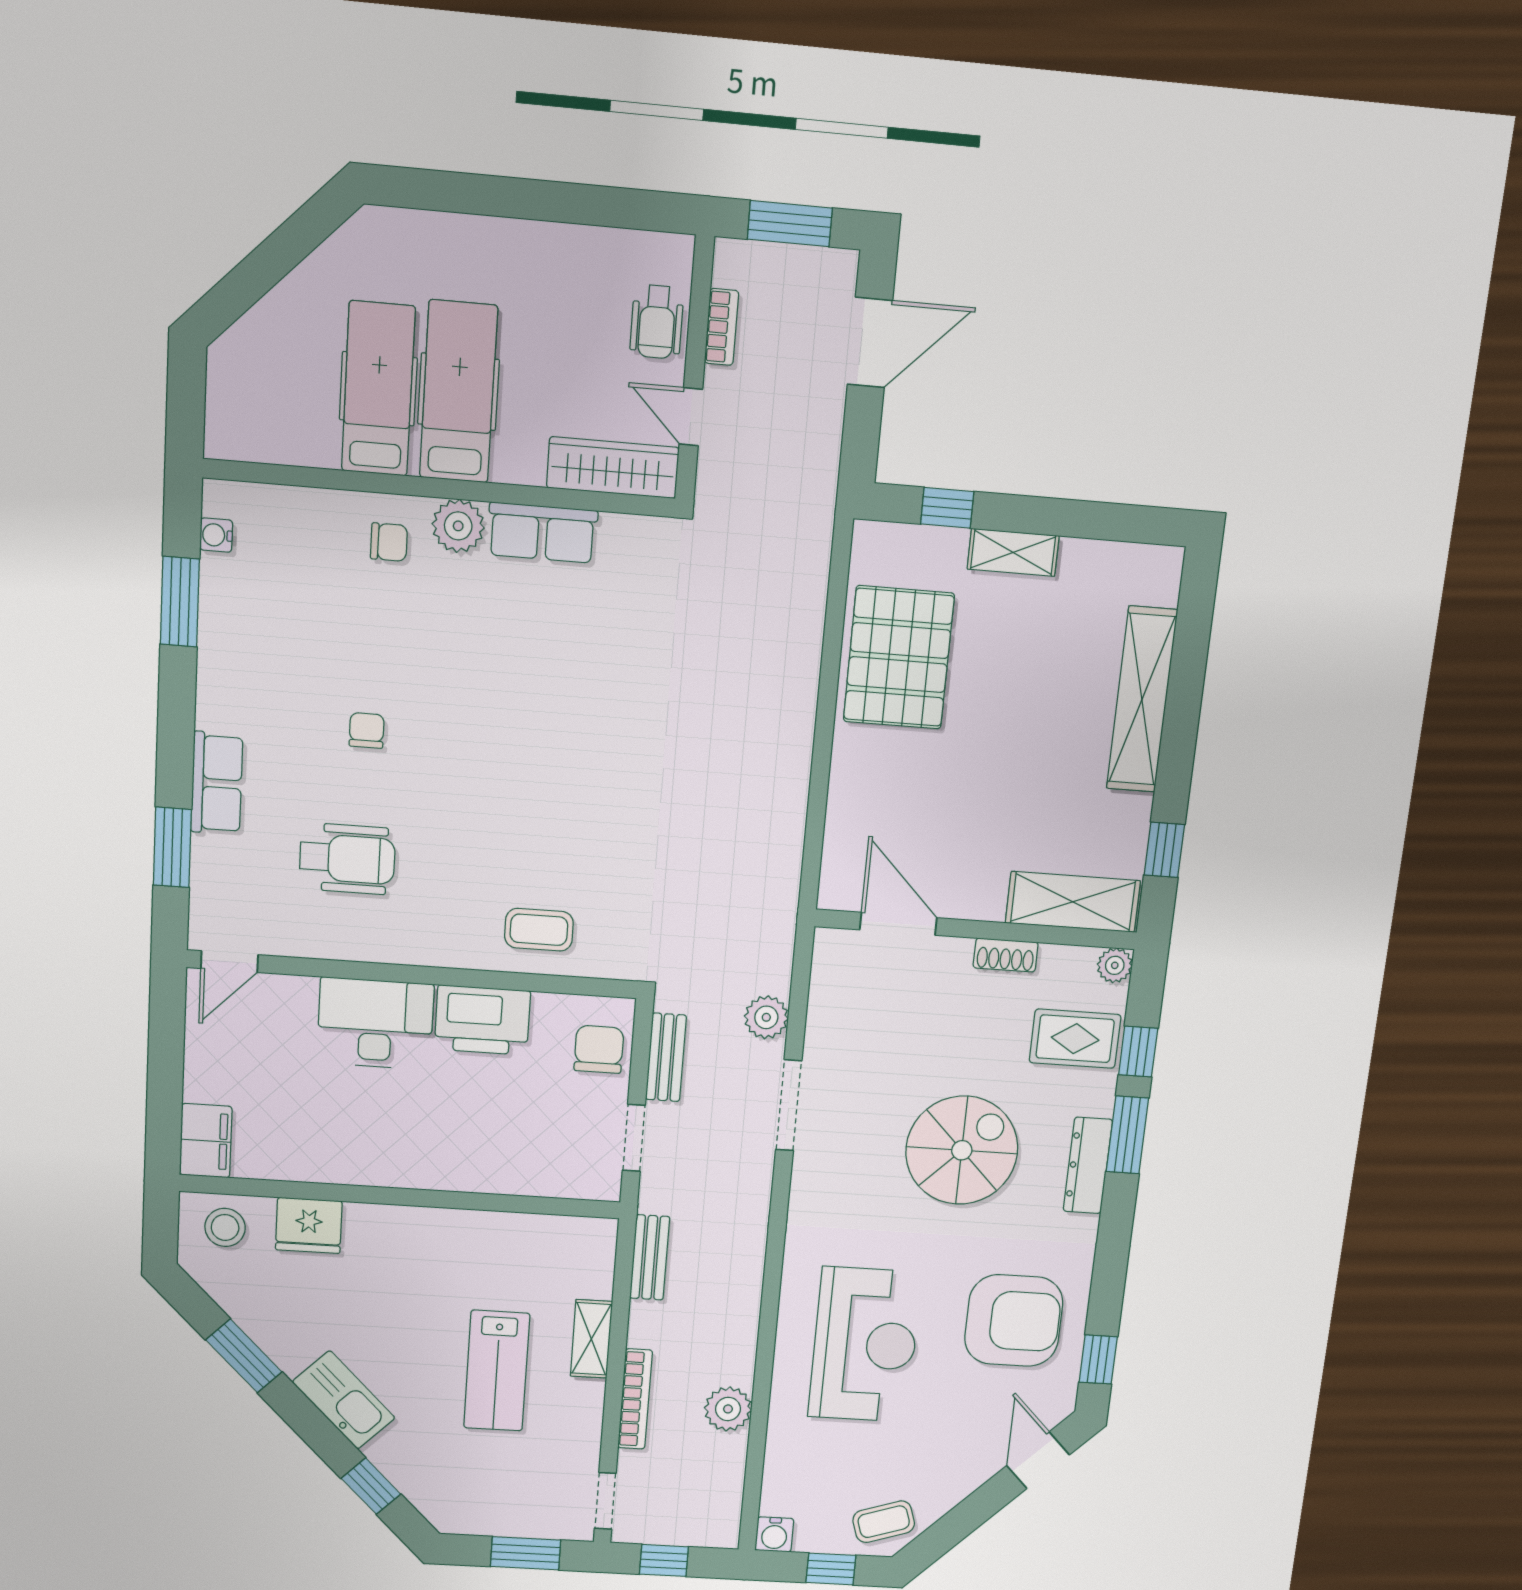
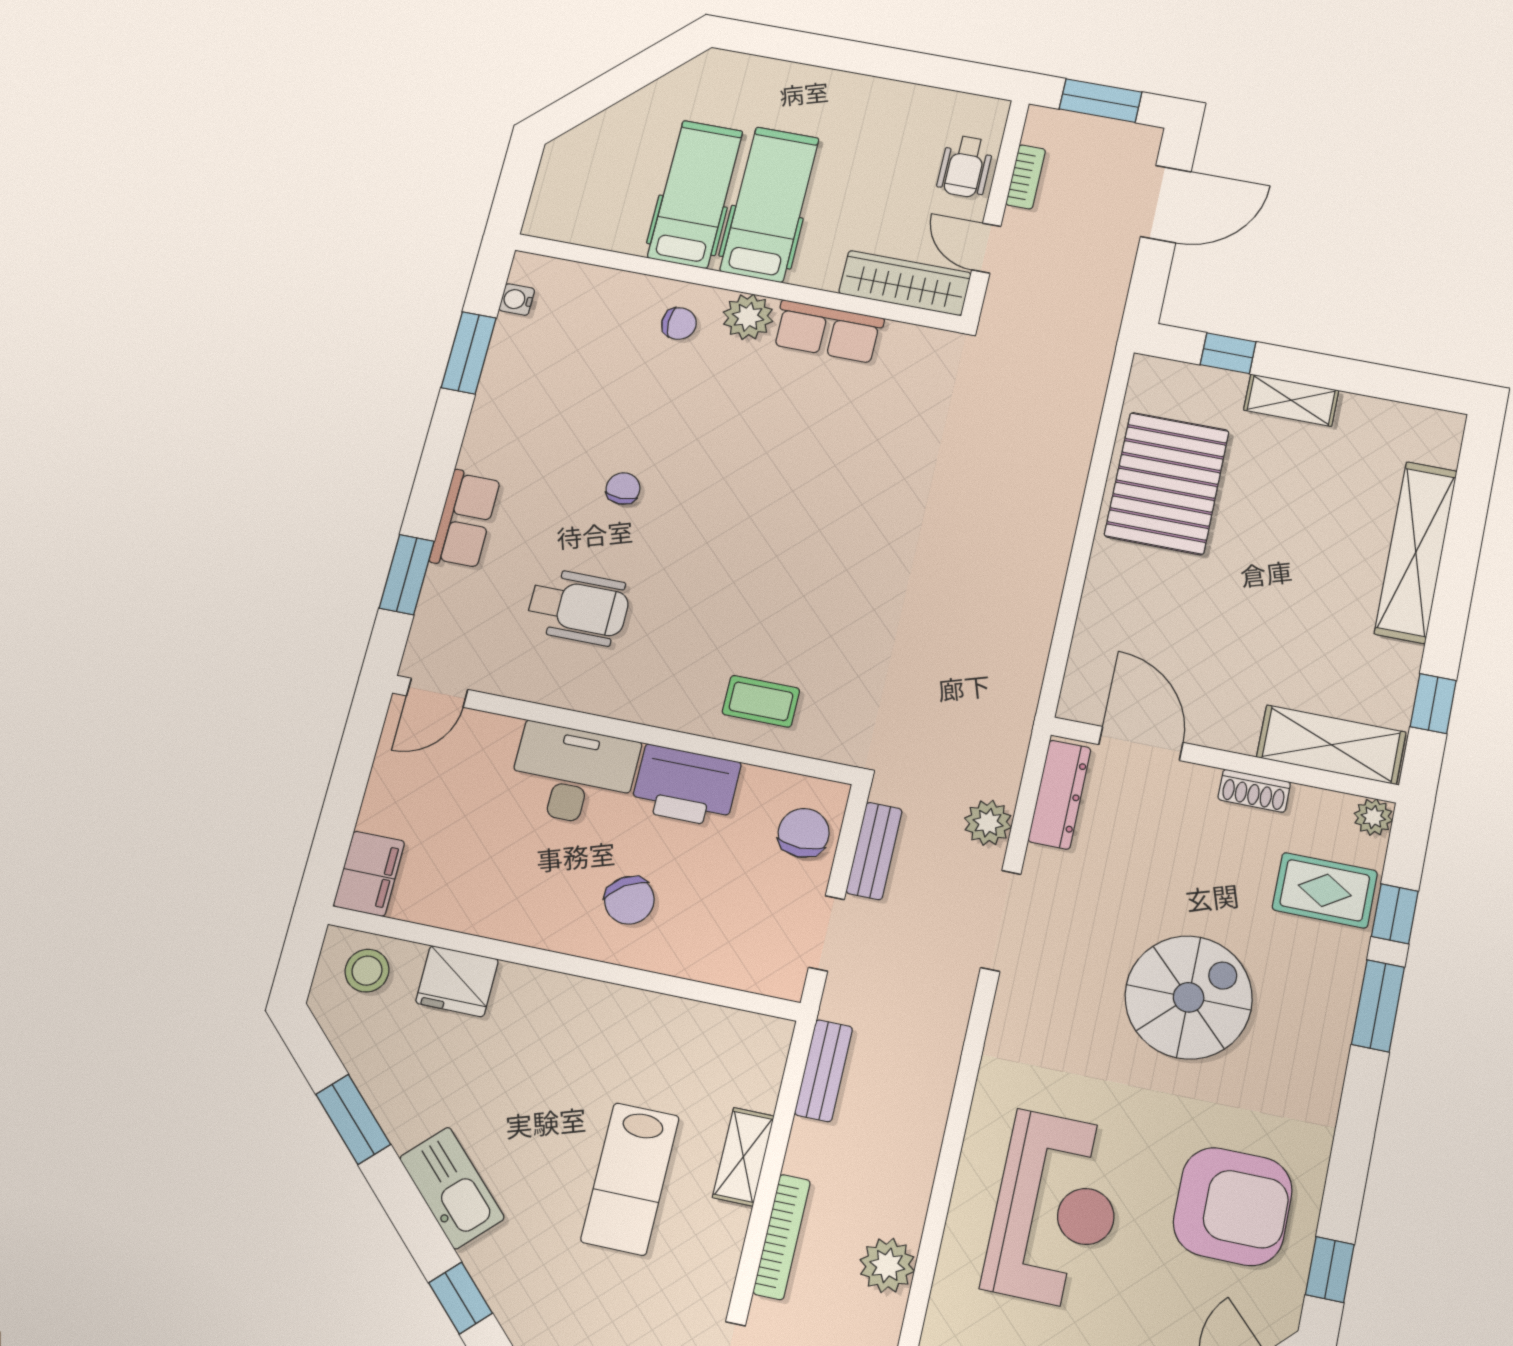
chair: (450, 1132) -> (629, 900), added
dresser: (1088, 1165) -> (1060, 795), moved, turned 180

